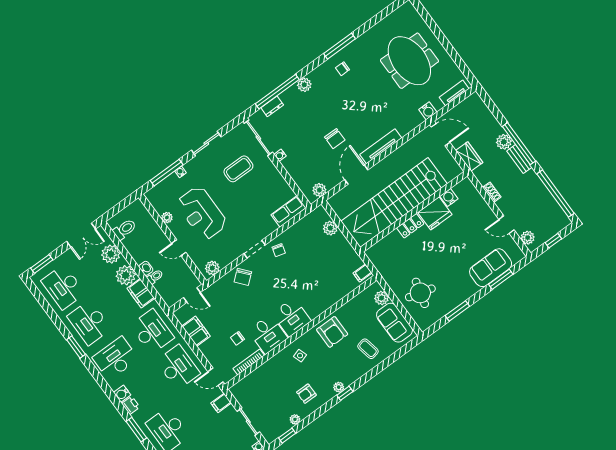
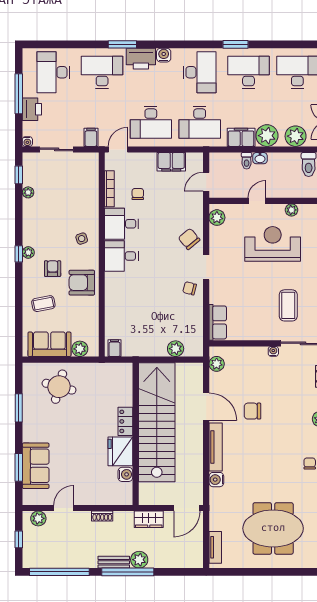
water cooler: (428, 111) -> (216, 480), moved
armchair: (306, 394) -> (53, 269), moved
printer: (131, 405) -> (141, 59), width x1.87, depth x1.48

